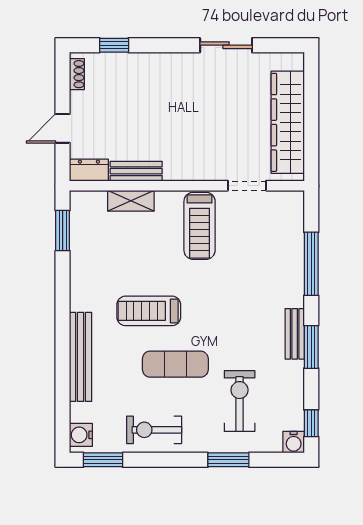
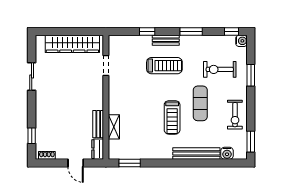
treadmill: (200, 226) -> (164, 66), moved
window: (311, 264) -> (147, 32), width x0.46
bench: (295, 334) -> (166, 40), moved
water cooler: (81, 435) -> (227, 153), moved

